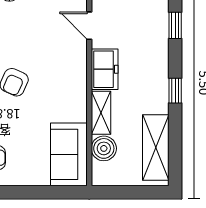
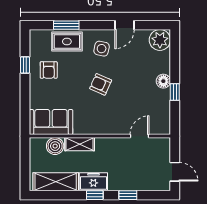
window: (175, 25) -> (128, 195), moved
freezer: (105, 69) -> (93, 182), moved, turned 180

